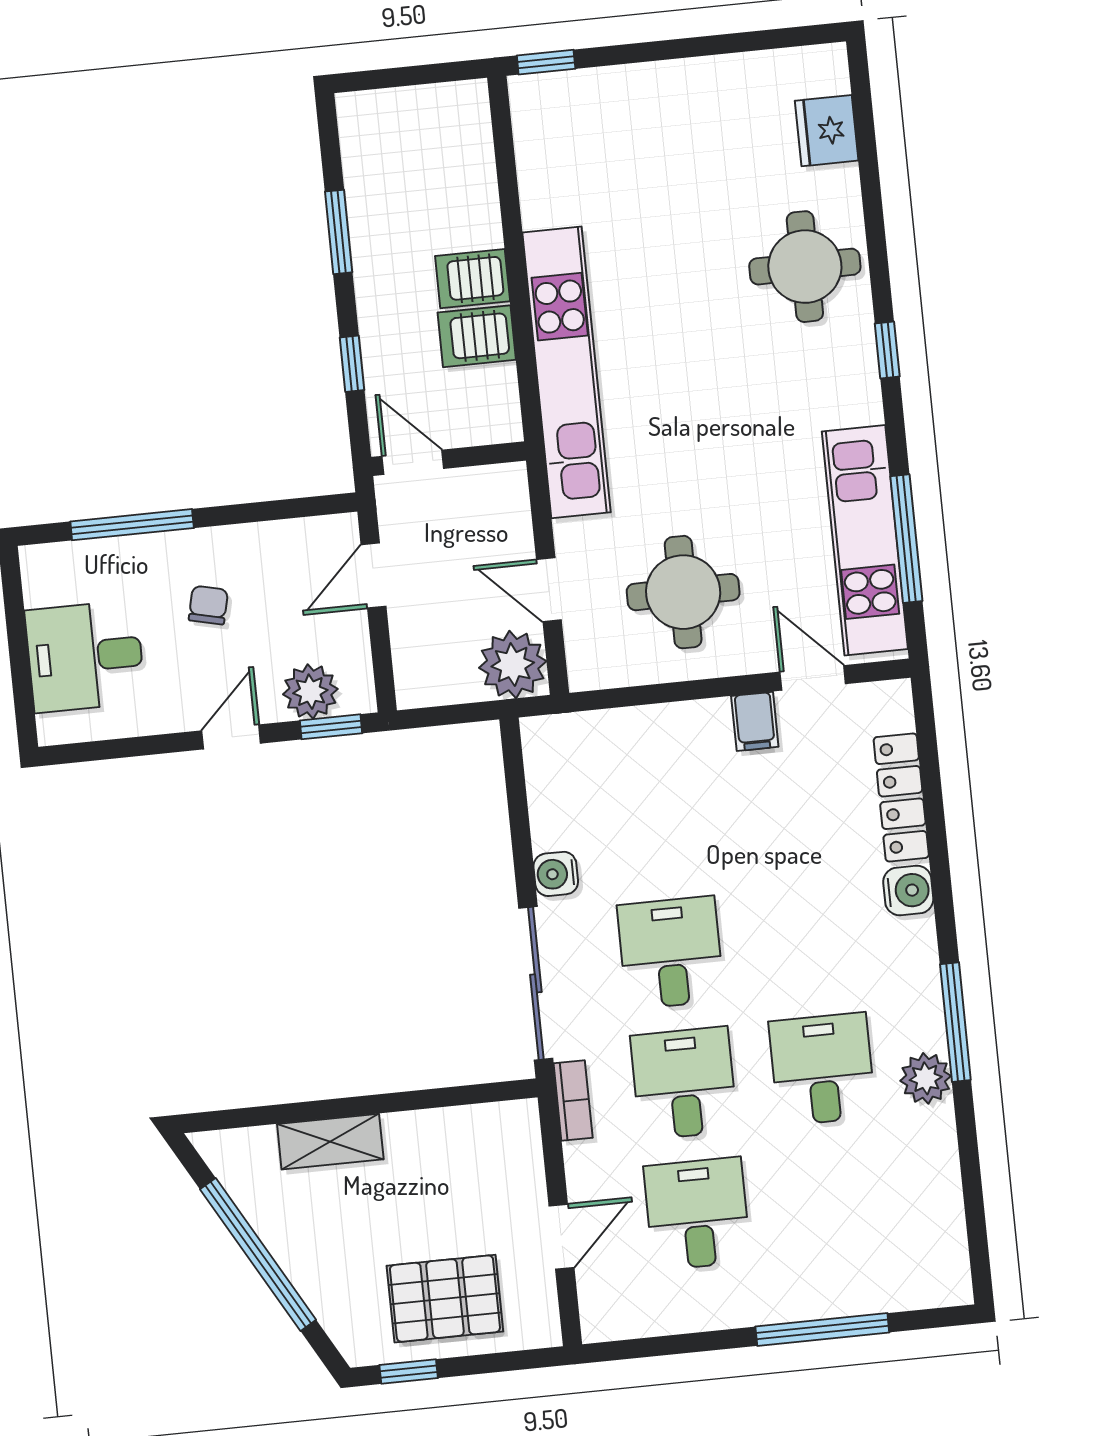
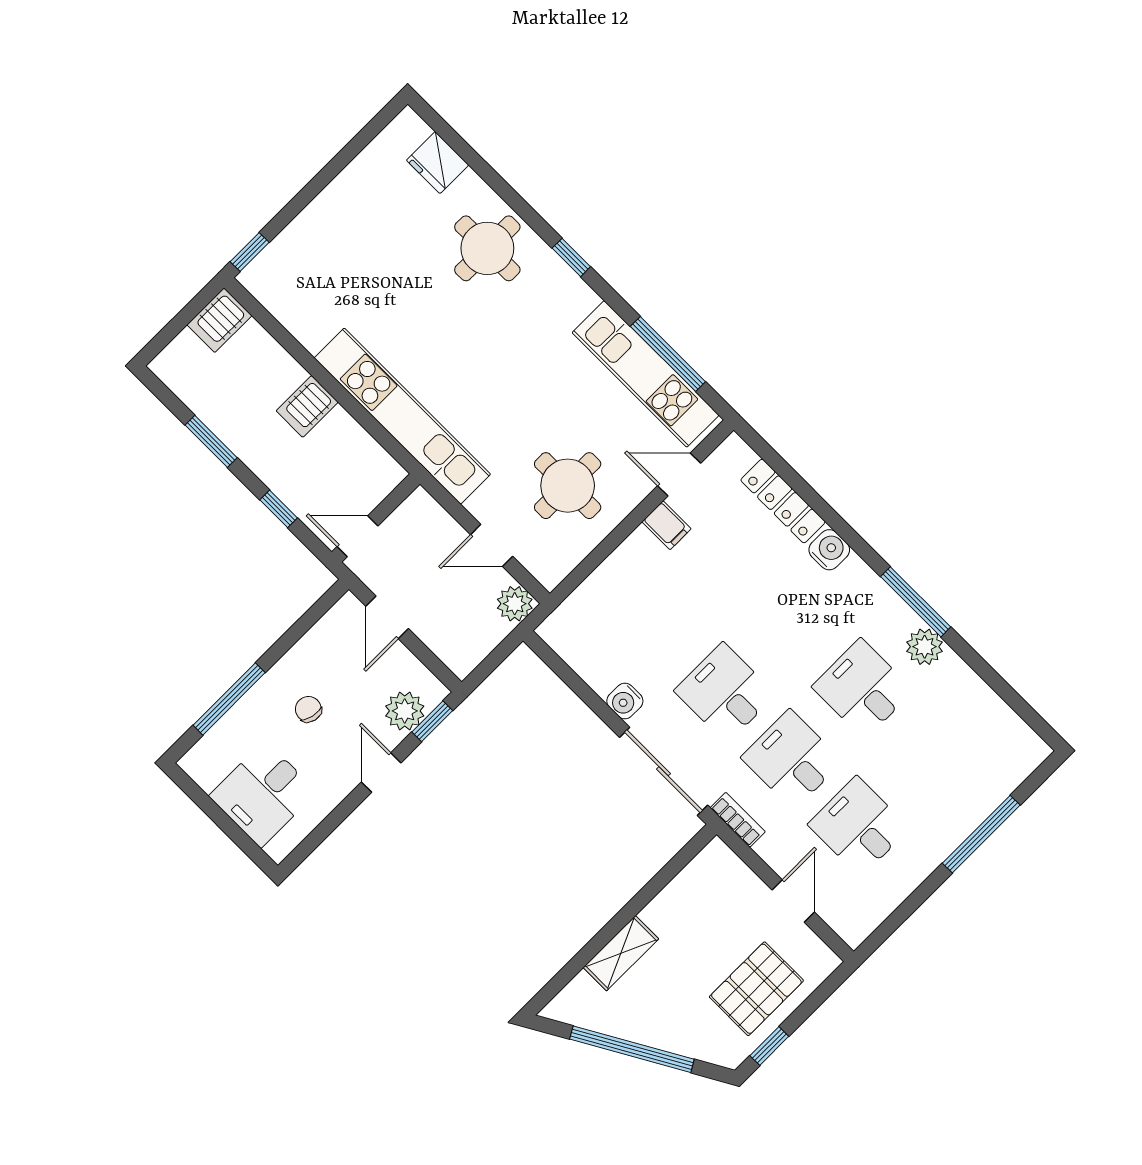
server rack: (477, 336) -> (219, 320), moved
plant: (513, 665) -> (515, 604), width x0.73, depth x0.73

